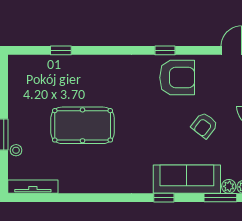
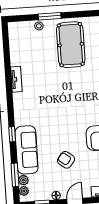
pool table: (83, 125) -> (71, 45), moved
tv unit: (33, 187) -> (16, 79), moved, width x0.71

